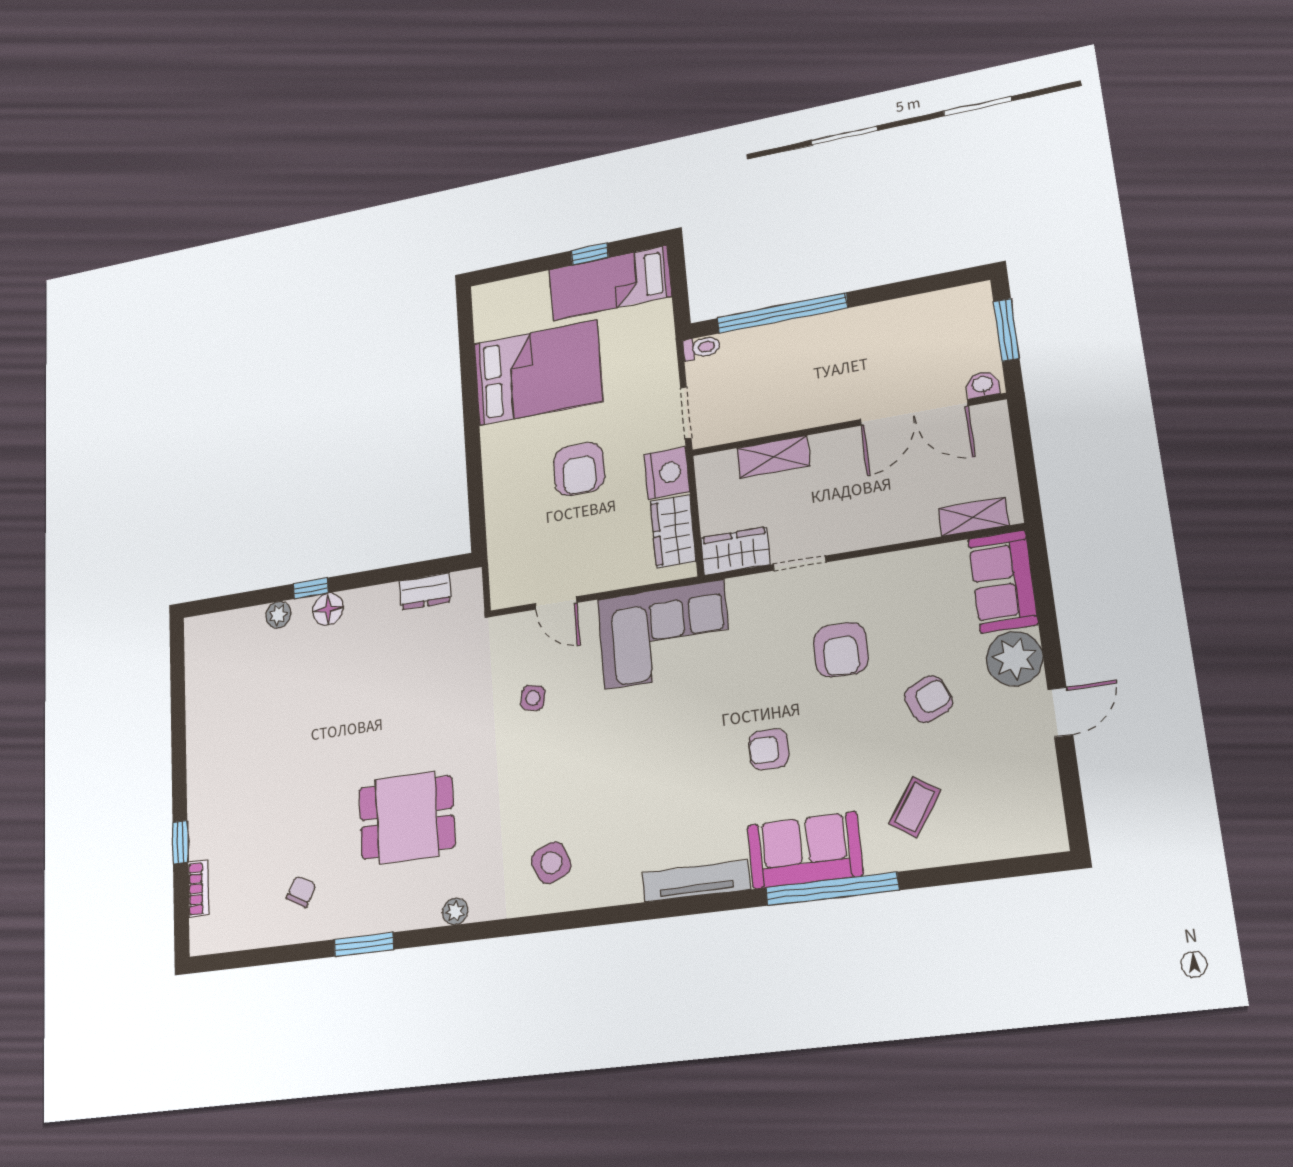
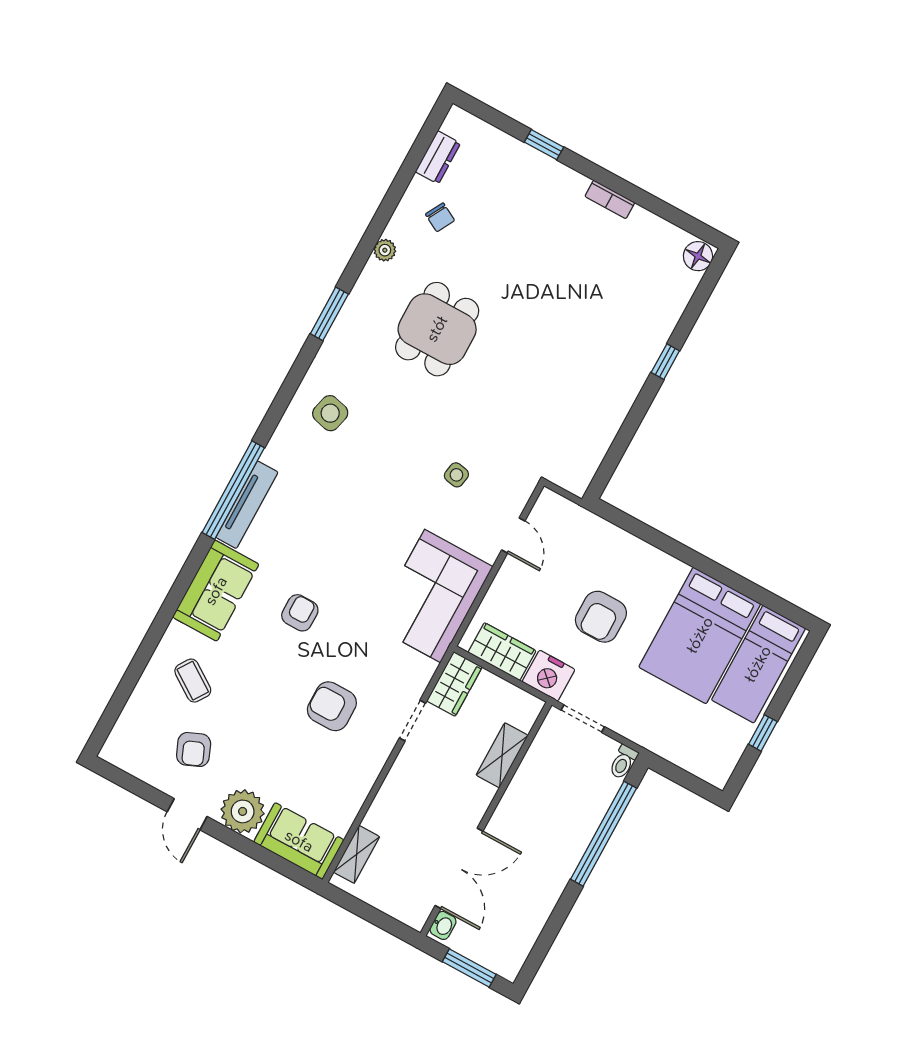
bed: (610, 283) -> (758, 664), moved, turned 180
double door: (914, 413) -> (459, 868), swing flipped
armchair: (579, 469) -> (601, 617), turned -90
dresser: (425, 591) -> (438, 157), moved, turned 180
door: (556, 603) -> (513, 536), swing flipped
floor lamp: (328, 609) -> (698, 256), moved
plant: (278, 615) -> (664, 324), removed
armchair: (928, 699) -> (194, 749), moved
side table: (551, 863) -> (330, 413), turned 37
bookcase: (198, 889) -> (610, 199), moved
window: (832, 889) -> (233, 490), moved
plant: (455, 911) -> (385, 250), moved
window: (364, 945) -> (329, 314), moved

